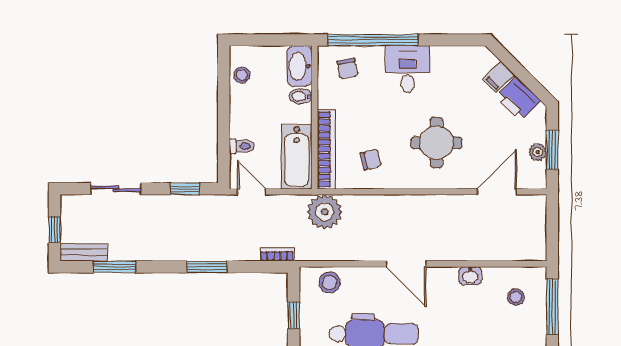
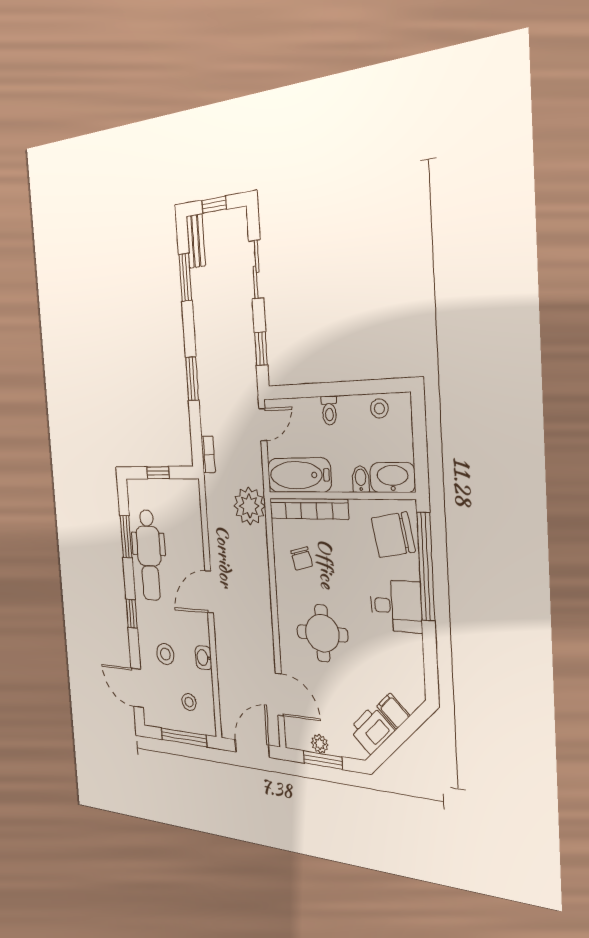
chair: (347, 68) -> (393, 535), width x1.87, depth x1.87
toilet: (242, 146) -> (329, 410), moved
door: (552, 226) -> (252, 748), added
stool: (330, 283) -> (165, 654), moved

